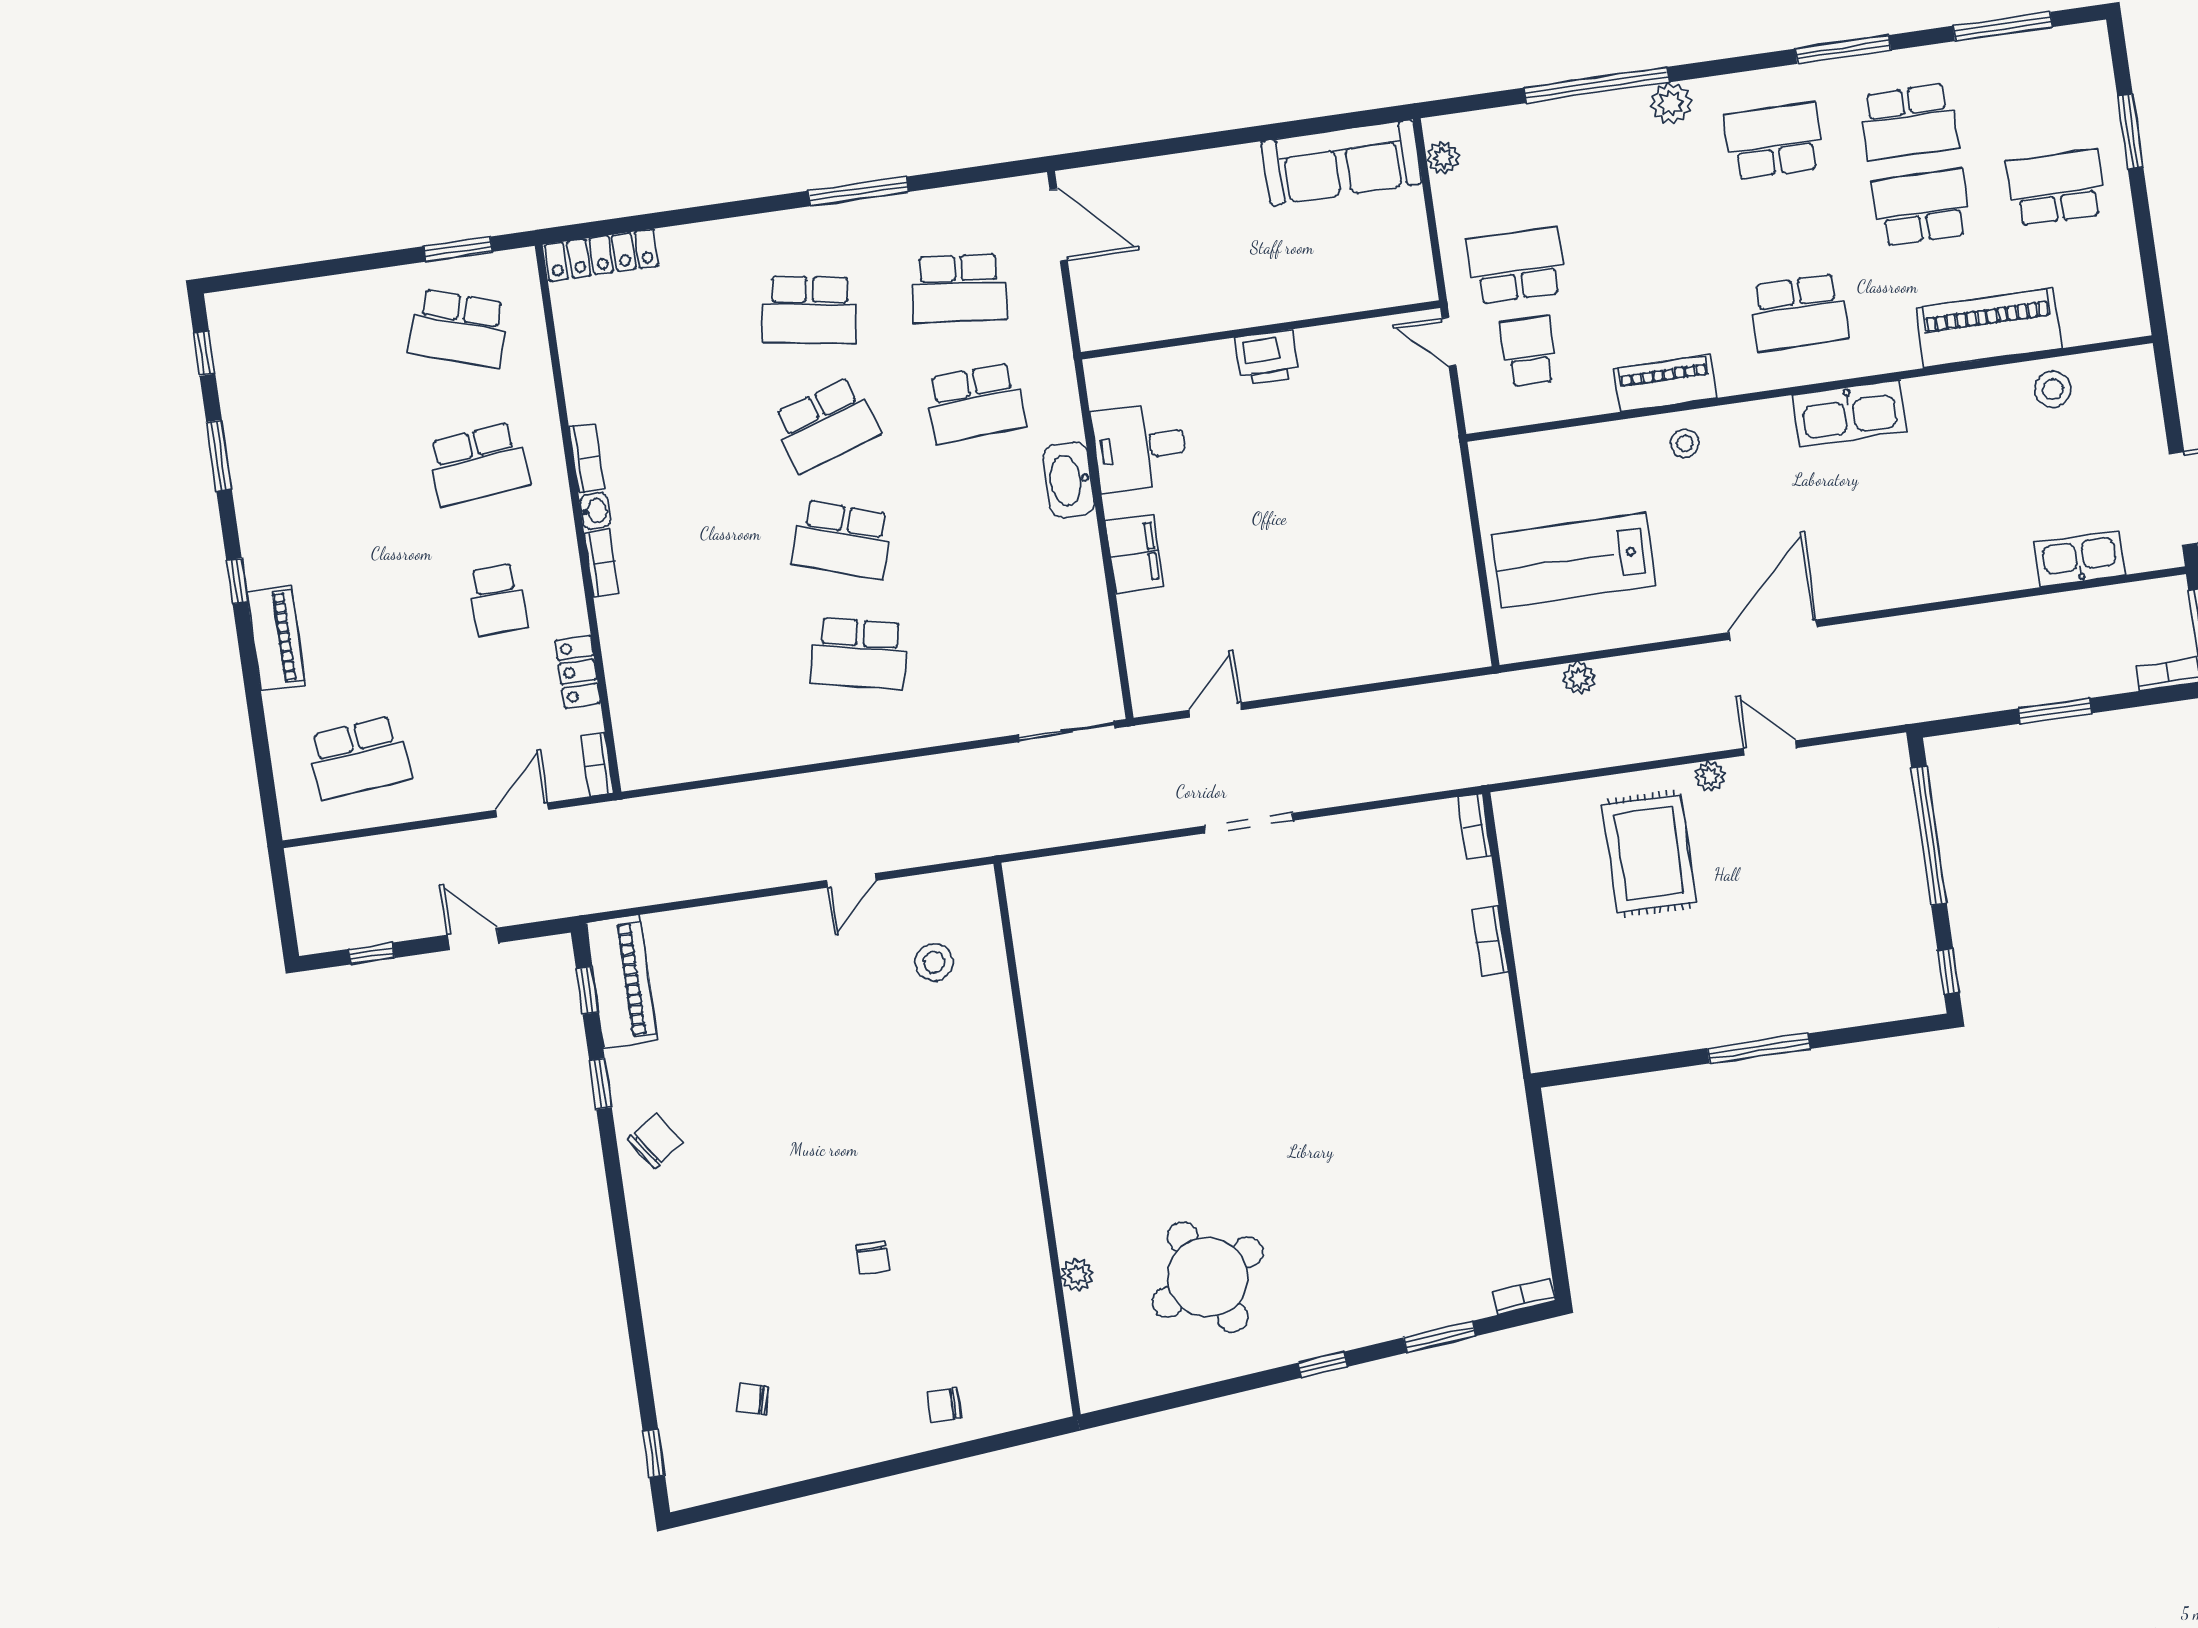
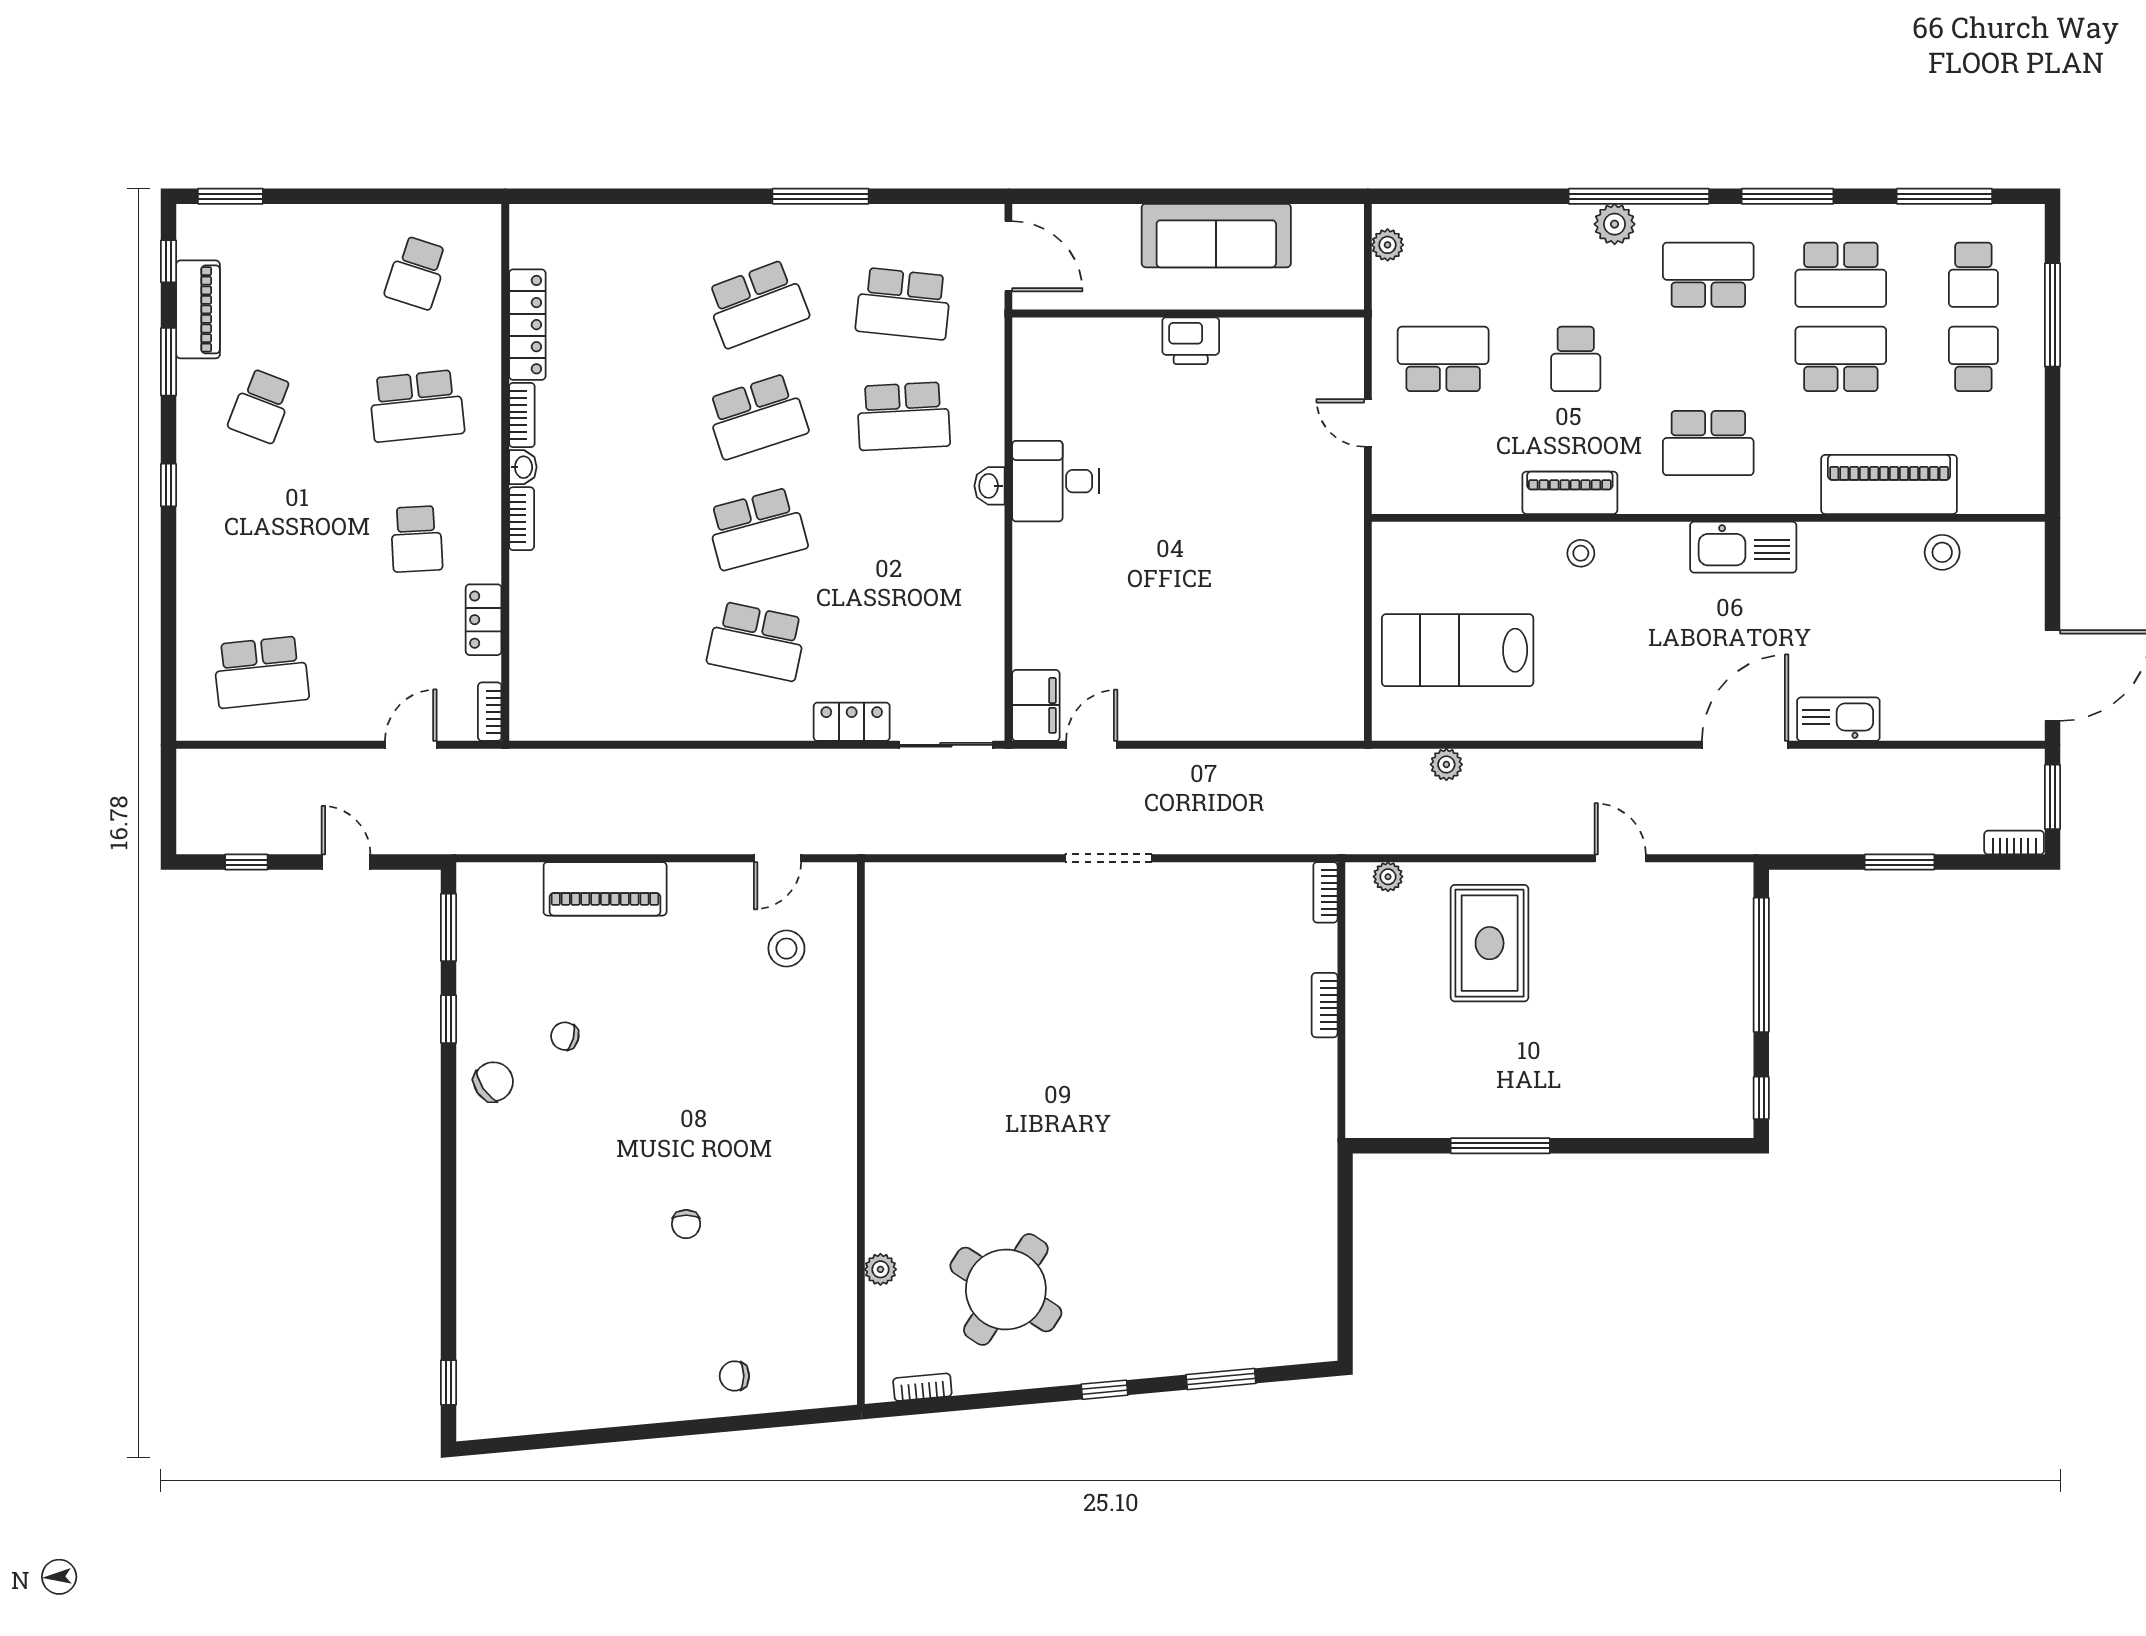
window: (1596, 85) -> (1639, 196), moved
school desk: (2044, 102) -> (1973, 275), added
window: (2130, 132) -> (2053, 315), width x1.44
sofa: (1342, 163) -> (1216, 236), moved
school desk: (2056, 188) -> (1973, 359), width x0.54
window: (458, 249) -> (230, 196), moved
locker: (601, 255) -> (527, 325), moved, turned -90
school desk: (809, 310) -> (757, 304), turned -30
school desk: (458, 329) -> (417, 273), width x0.54
wall: (1260, 330) -> (1188, 313), moved
school desk: (1529, 351) -> (1576, 359), moved, turned 180
printer: (1267, 357) -> (1191, 341), moved
washbasin: (1069, 480) -> (989, 486), width x0.52, depth x0.69
school desk: (320, 487) -> (261, 406), added
school desk: (842, 539) -> (757, 529), turned -33
filing cabinet: (1134, 553) -> (1036, 705), moved
kitchen sink: (2080, 559) -> (1838, 719), moved
door: (1773, 630) -> (1745, 745), moved
piano: (276, 638) -> (198, 309), moved
locker: (967, 722) -> (852, 722), added
plant: (1710, 776) -> (1388, 877), moved
door: (851, 880) -> (778, 858), moved
piano: (621, 981) -> (605, 889), moved, turned 90
window: (587, 990) -> (448, 927), width x1.50
window: (1759, 1048) -> (1500, 1146), moved
round table: (1208, 1277) -> (1006, 1290), turned -33
bookcase: (1524, 1296) -> (922, 1387), moved
chair: (753, 1399) -> (565, 1036), moved

